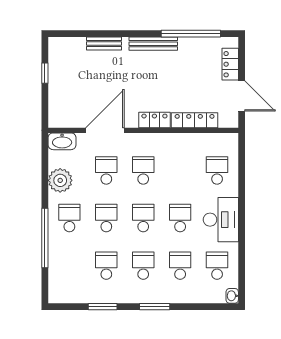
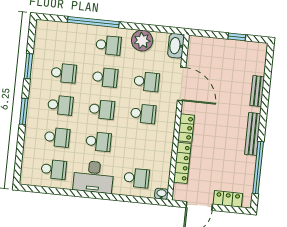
washbasin: (232, 296) -> (161, 194), moved

